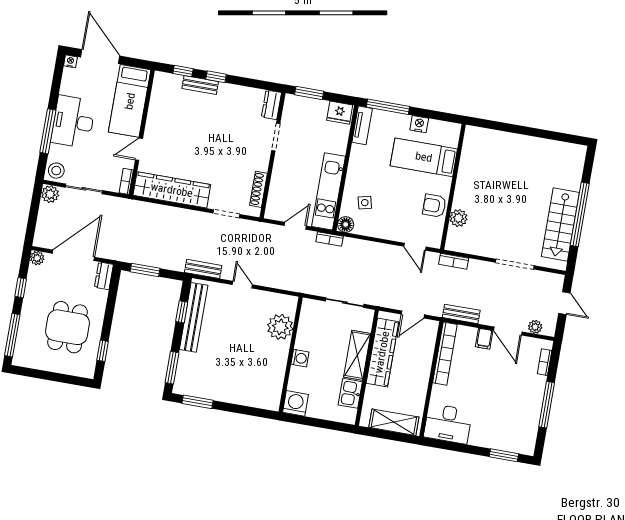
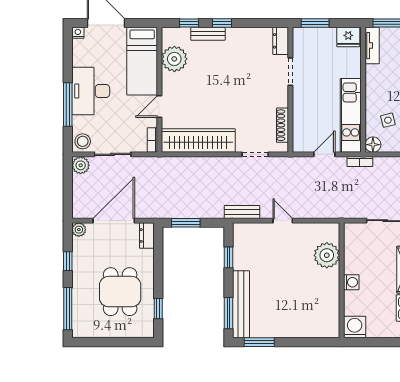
plant: (162, 104) -> (174, 59), added
bench: (194, 317) -> (241, 304), moved

